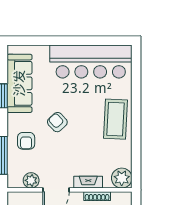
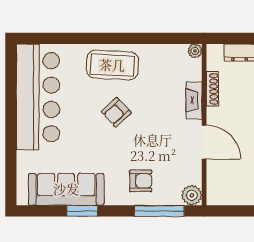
armchair: (57, 122) -> (116, 112), moved
plant: (122, 178) -> (195, 51), width x0.53, depth x0.53
plant: (31, 180) -> (192, 195), moved

